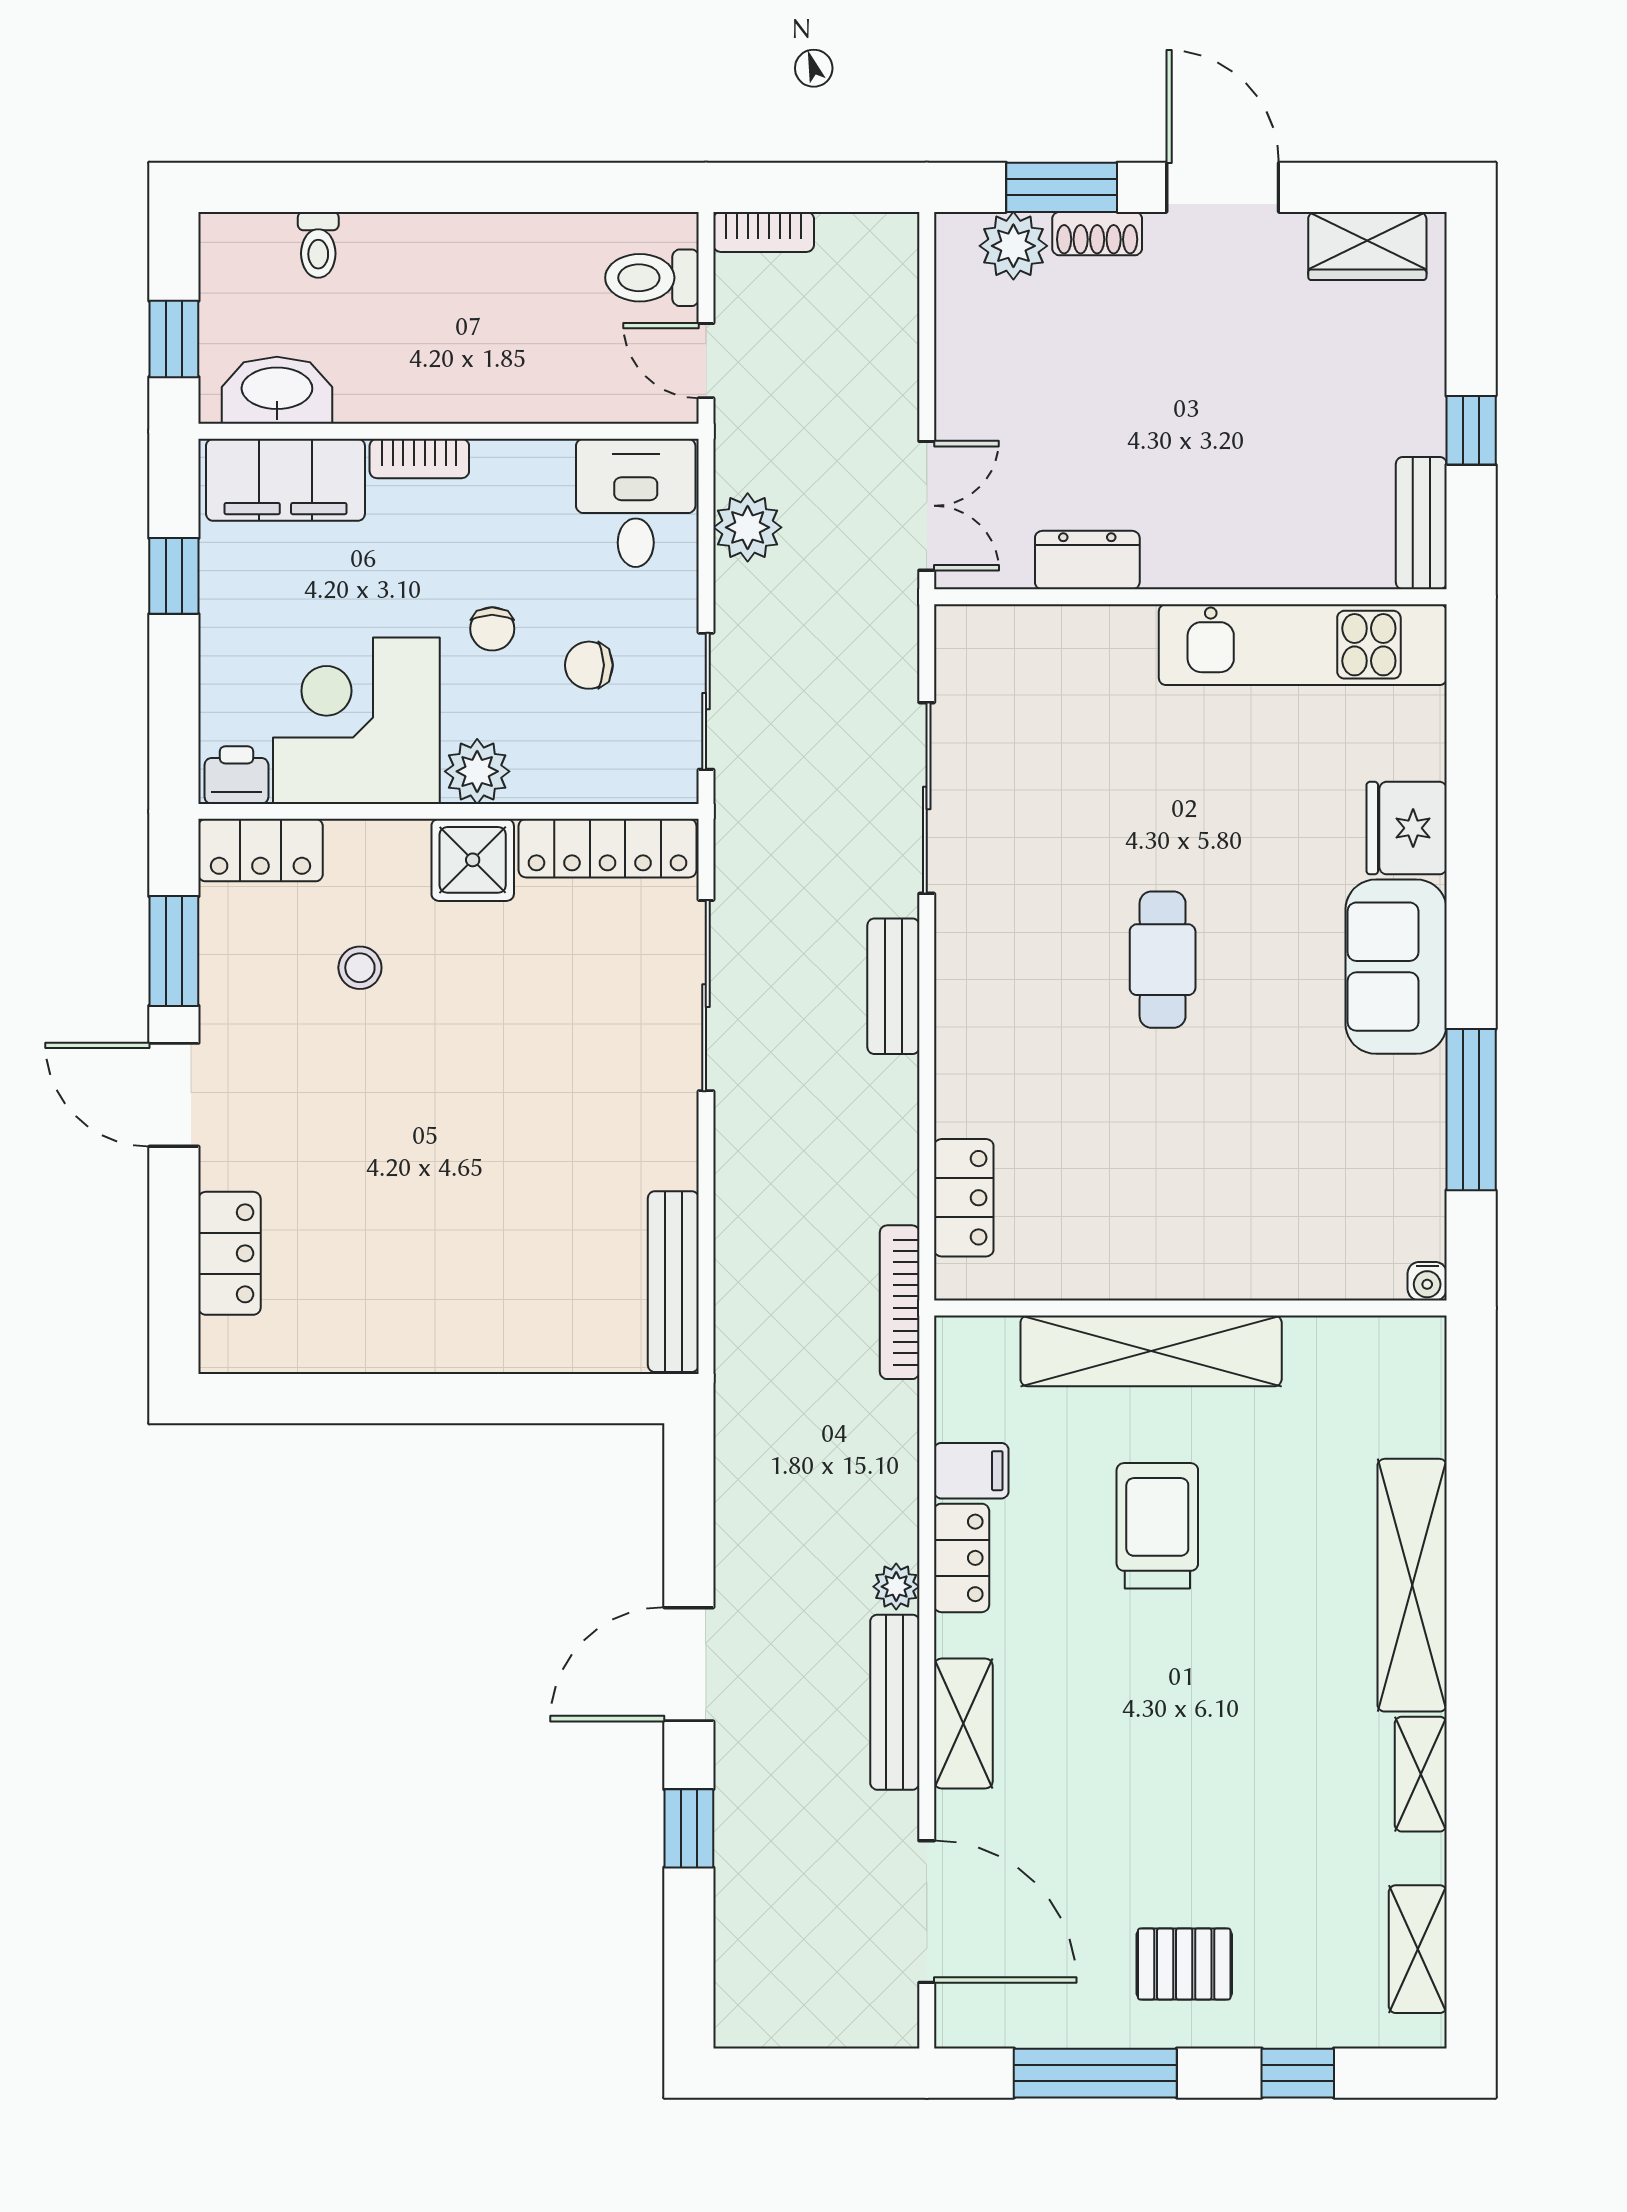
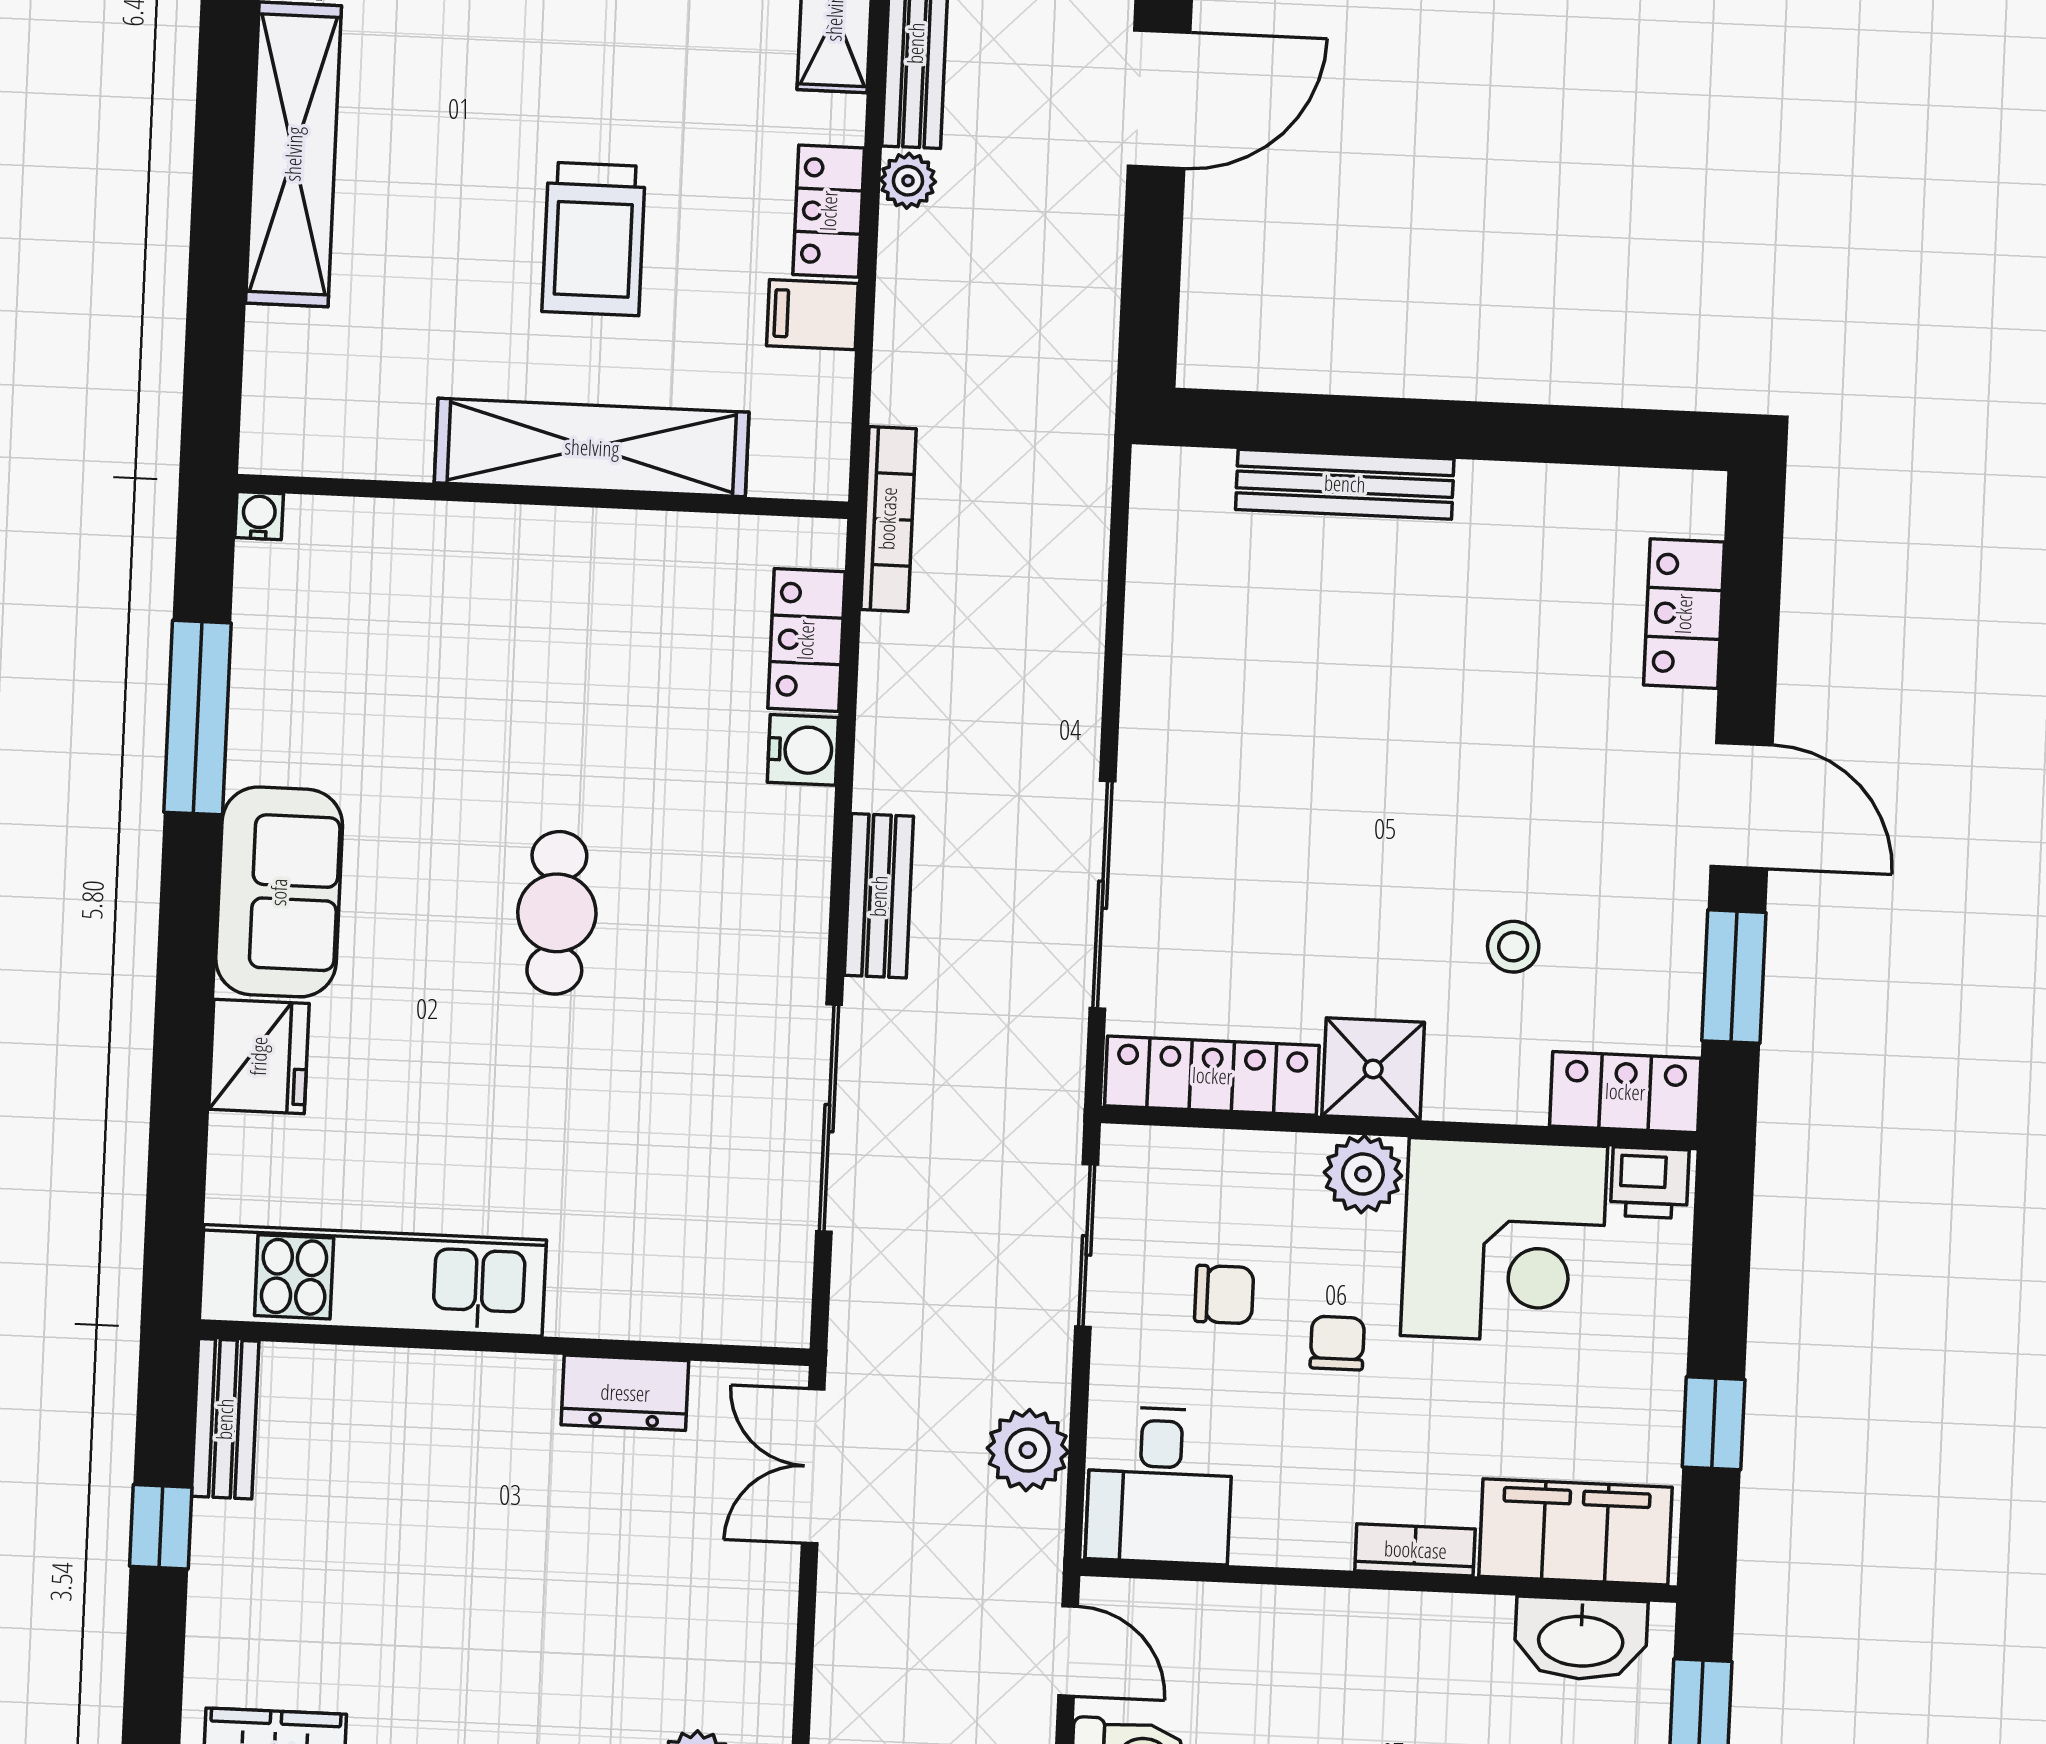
water cooler: (963, 1106) -> (803, 750), added
bench: (673, 1282) -> (1345, 484), moved, turned 90

